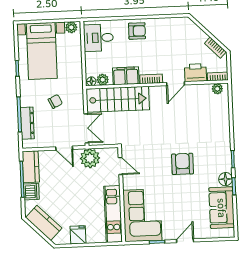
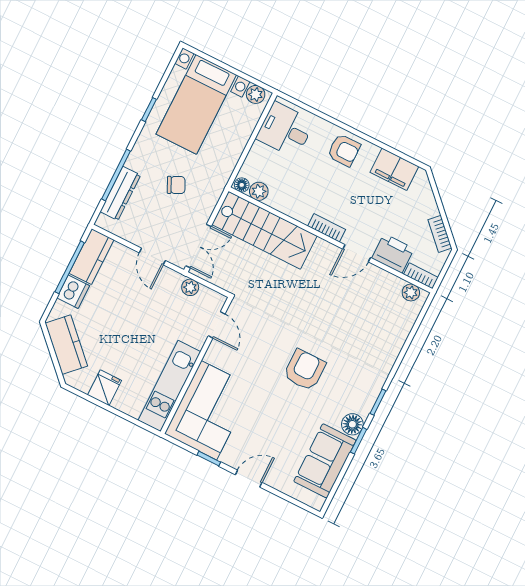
filing cabinet: (126, 76) -> (394, 169), moved, turned 180
plant: (90, 158) -> (190, 287), width x0.53, depth x0.53

